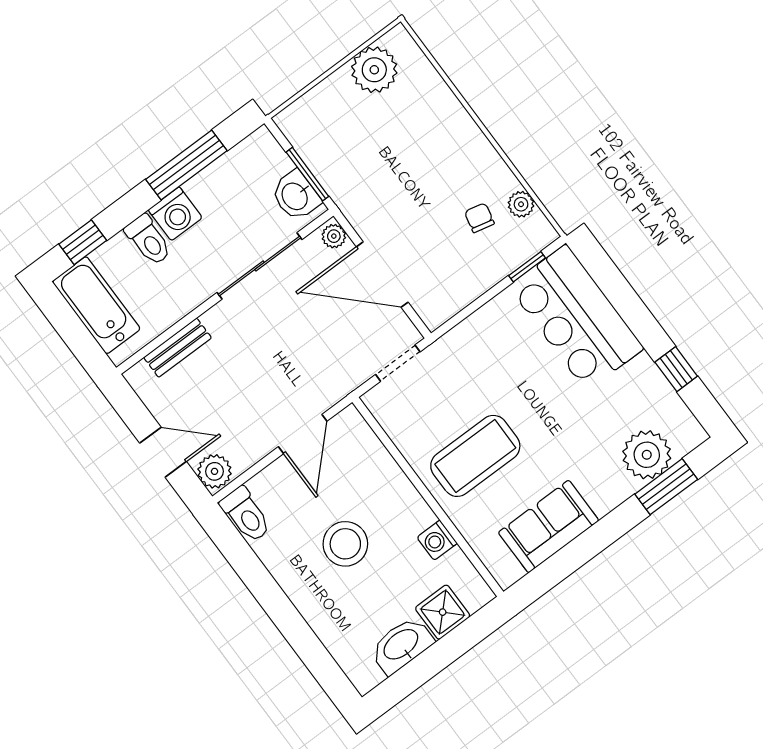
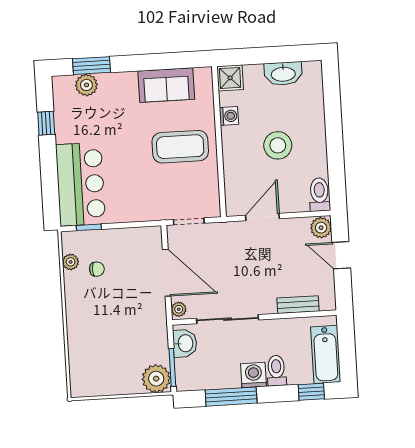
plant: (374, 70) -> (156, 379), moved
window: (307, 174) -> (172, 367), moved
chair: (479, 218) -> (97, 269), turned -103
plant: (647, 455) -> (86, 85), width x0.73, depth x0.73
shower: (443, 612) -> (230, 78), moved

